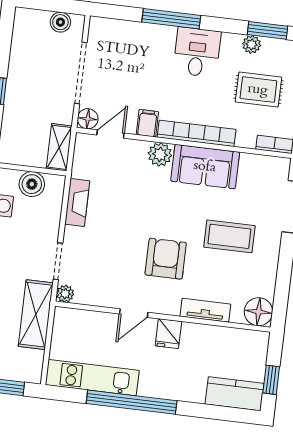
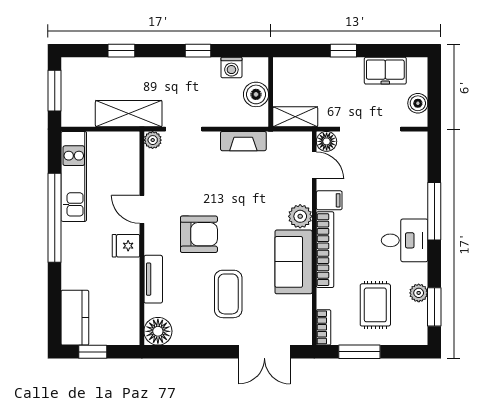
freezer: (24, 51) -> (385, 71), added

